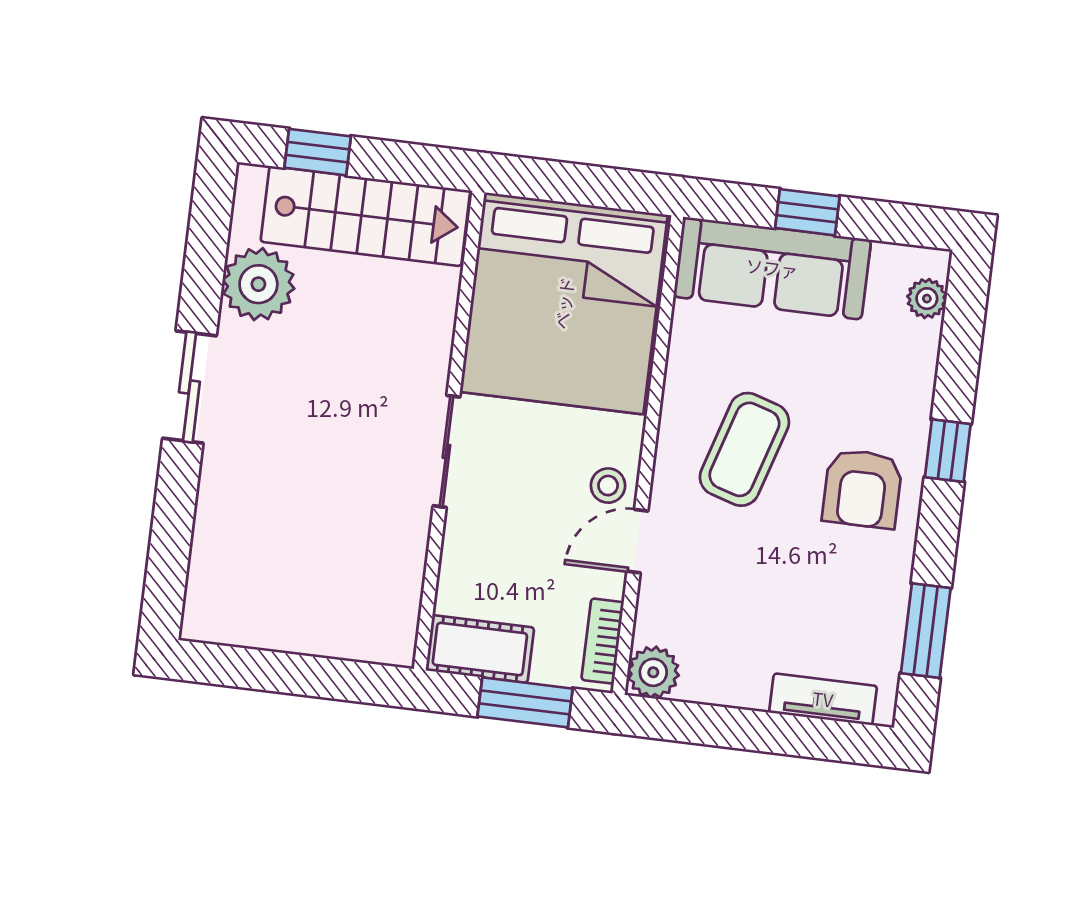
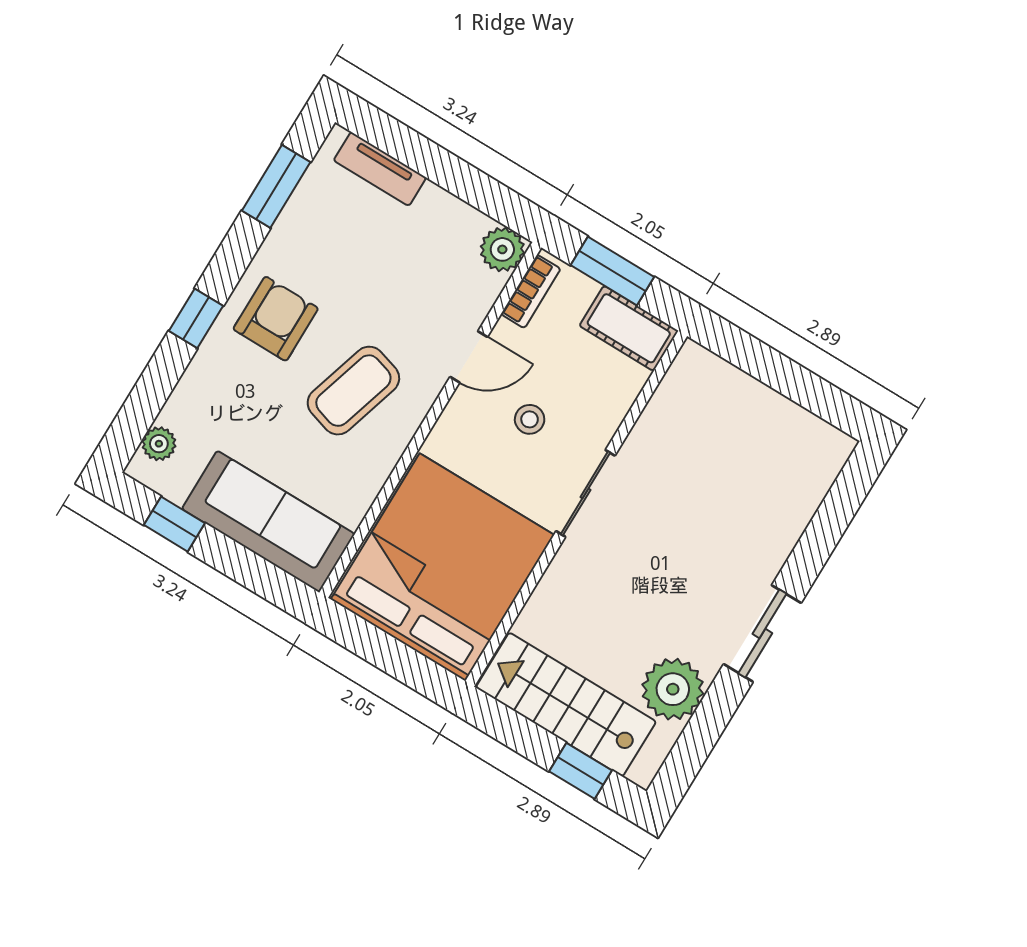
window: (807, 212) -> (174, 524), moved
stool: (608, 486) -> (530, 419), moved

